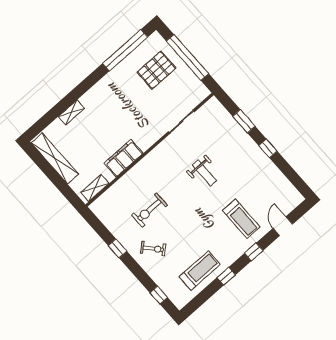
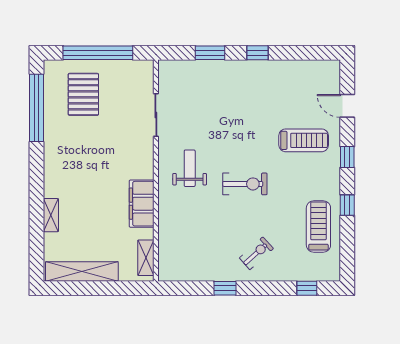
weight bench: (204, 173) -> (190, 168), moved, turned -90
exercise bike: (149, 210) -> (245, 184), moved, turned -90

